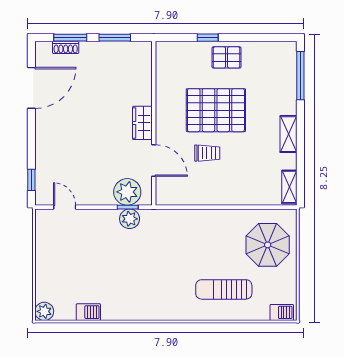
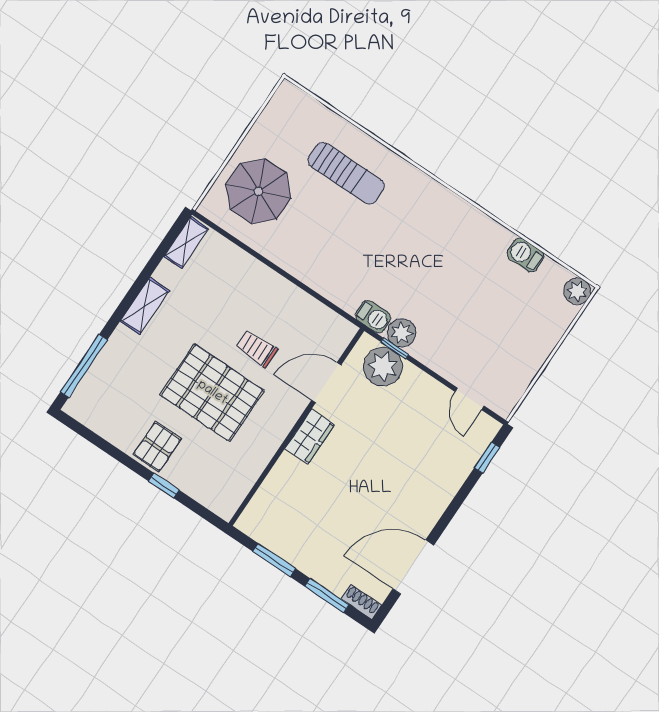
shoe rack: (66, 47) -> (361, 602), moved
pallet: (227, 57) -> (157, 447), turned 90
door: (154, 161) -> (326, 383), hinge flipped
barbecue: (282, 312) -> (373, 317), moved, turned 180

